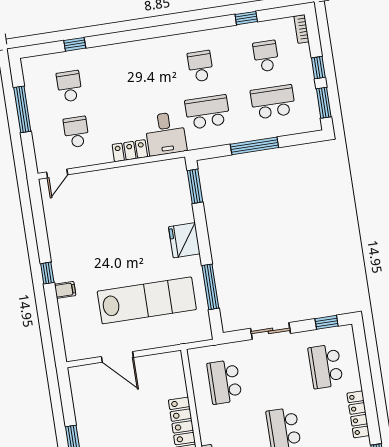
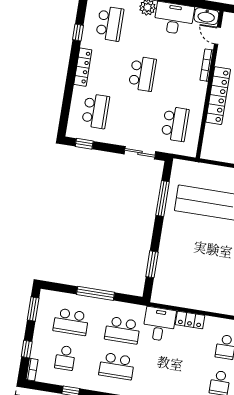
school desk: (200, 66) -> (117, 366), width x1.85
window: (318, 68) -> (27, 349), moved
window: (195, 186) -> (152, 264), moved
fridge: (184, 240) -> (171, 240), removed
sliding door: (270, 331) -> (140, 153), moved

